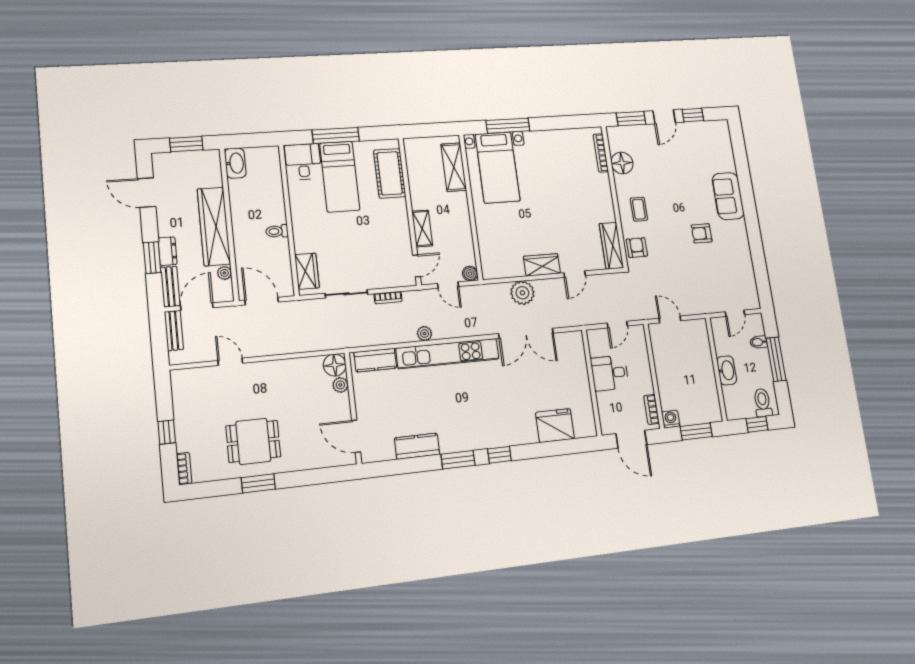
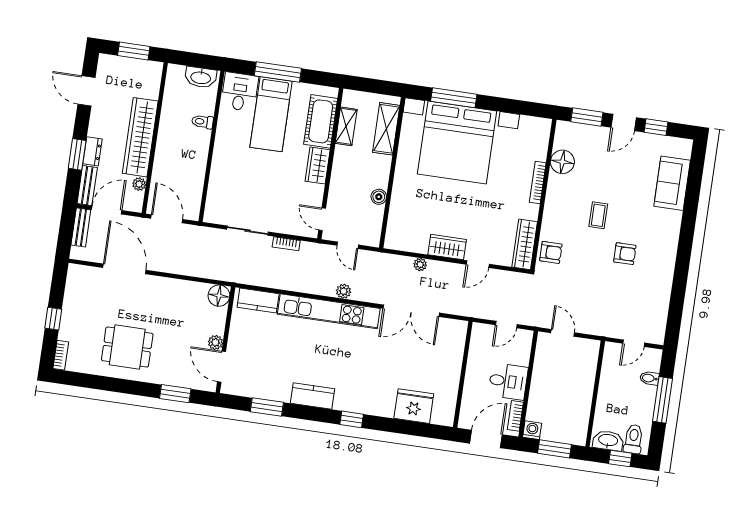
bookcase: (601, 153) -> (538, 183), moved
washbasin: (235, 163) -> (201, 77), moved, turned 90
bed with nightstands: (498, 167) -> (457, 143), width x1.85
sofa: (728, 196) -> (672, 183), moved
coffee table: (639, 209) -> (598, 215), moved
shelving: (422, 228) -> (346, 126), moved
toilet: (277, 231) -> (202, 122), moved
armchair: (702, 233) -> (625, 254), turned 180
armchair: (637, 248) -> (551, 252), turned 90
door: (417, 266) -> (322, 219), swing flipped
wardrobe: (307, 271) -> (318, 165), moved, turned 180
boiler: (470, 274) -> (379, 197), moved
plant: (522, 293) -> (420, 265), width x0.53, depth x0.53
plant: (424, 334) -> (344, 291), moved
door: (230, 362) -> (124, 269), width x1.87
washbasin: (727, 370) -> (608, 441), moved, turned -90
desk: (610, 373) -> (508, 381), moved, turned 180
plant: (340, 385) -> (215, 342), moved
door: (631, 439) -> (486, 439), swing flipped
kitchen counter: (417, 446) -> (312, 396), moved
window: (458, 460) -> (267, 407), moved
window: (258, 483) -> (175, 394), moved

